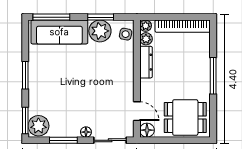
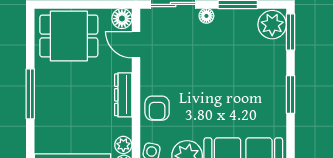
dresser: (146, 62) -> (123, 95), moved
armchair: (122, 65) -> (157, 108), added

